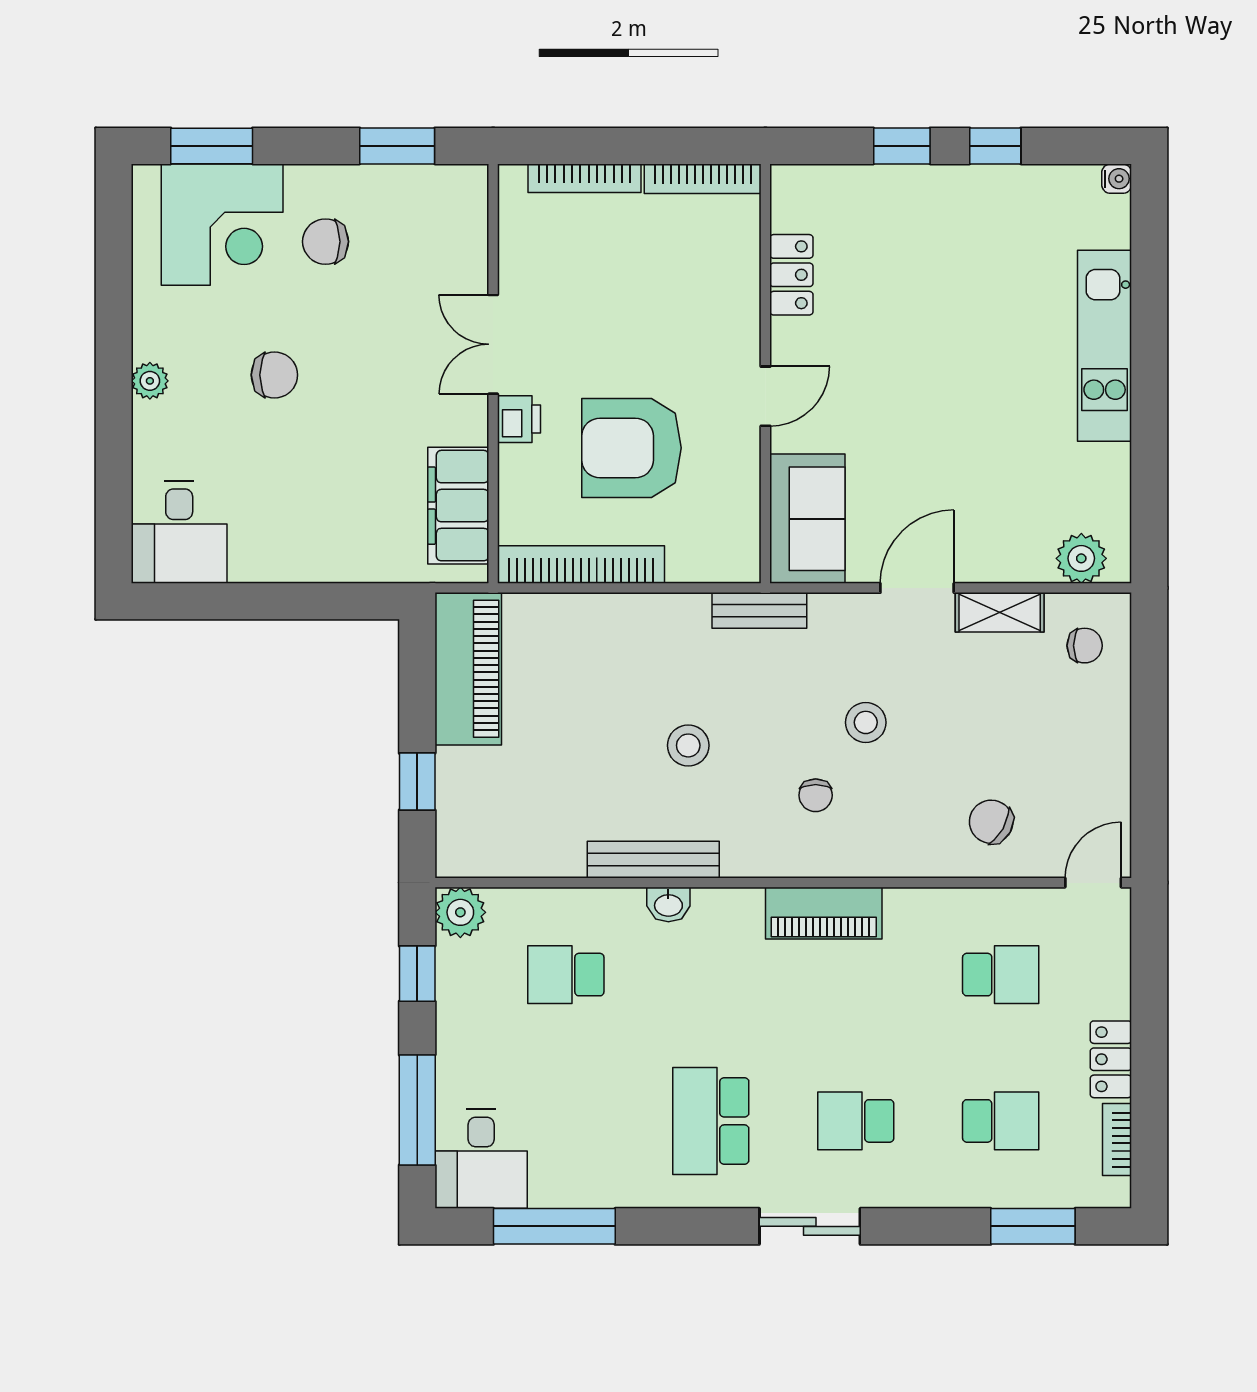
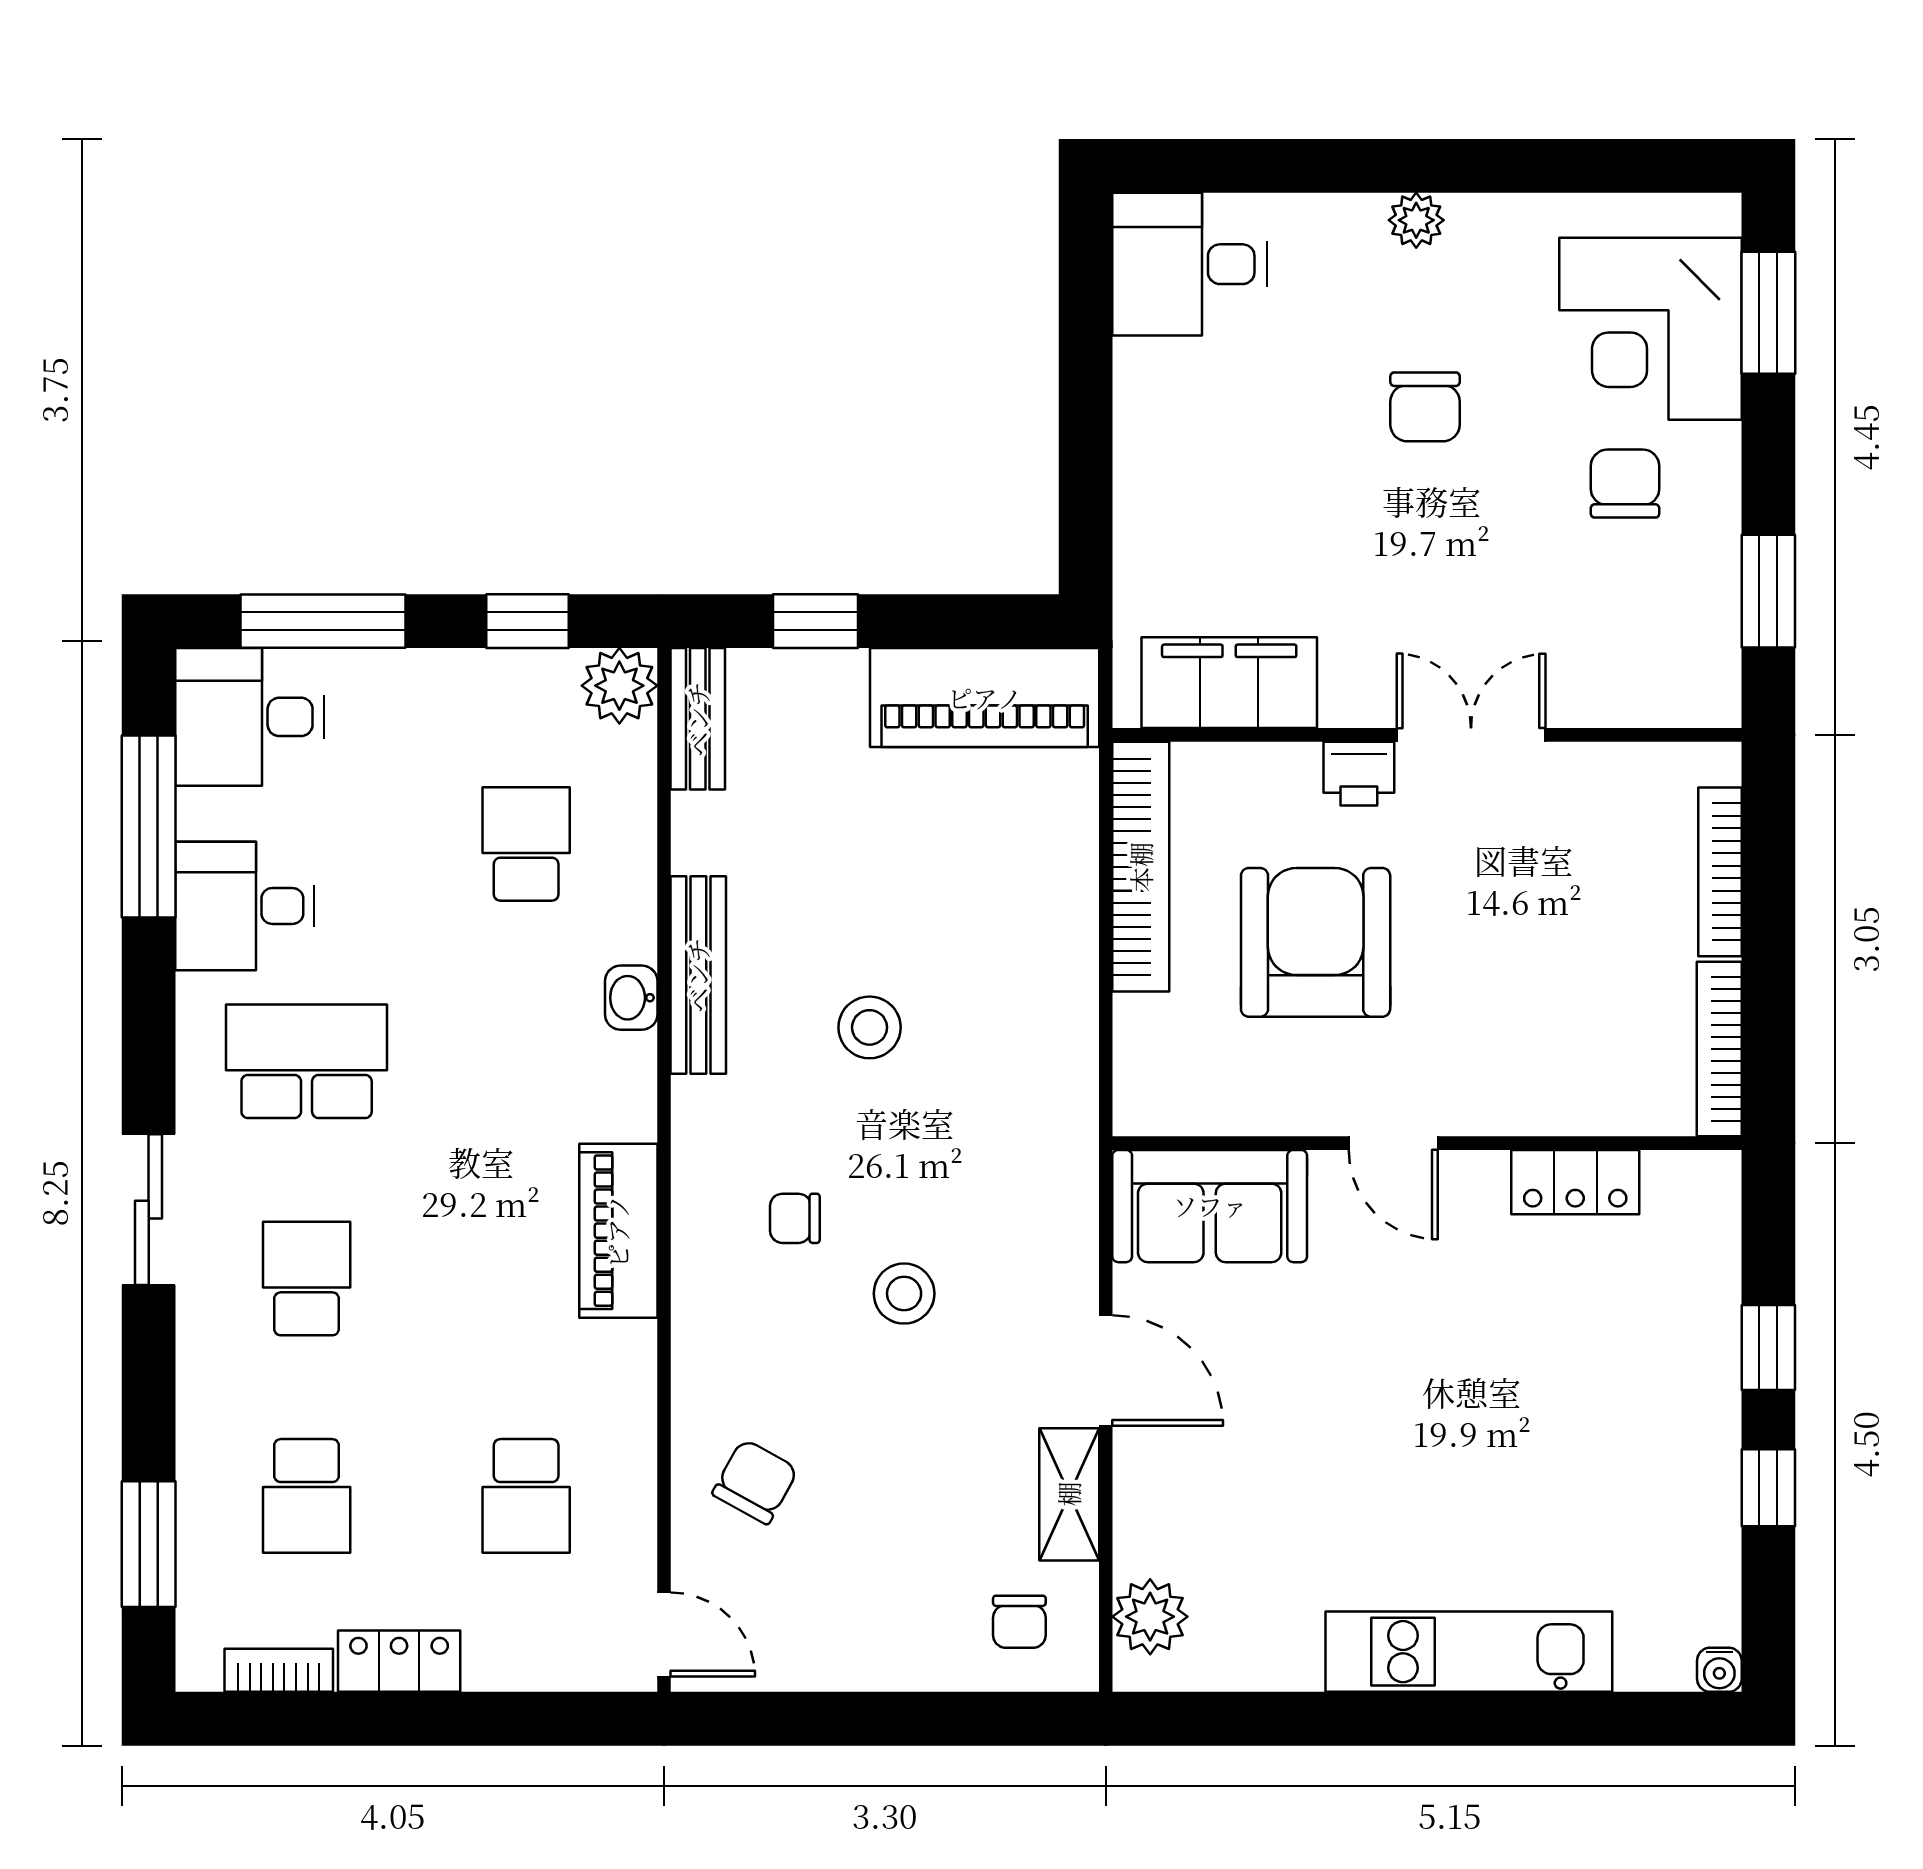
bench: (759, 610) -> (698, 719), moved
desk: (607, 1162) -> (245, 906), added

